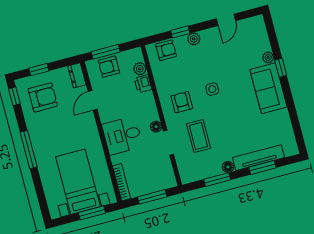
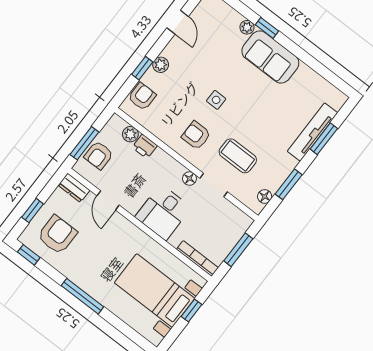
floor lamp: (228, 167) -> (265, 196), moved
window: (92, 213) -> (191, 311), width x0.67

